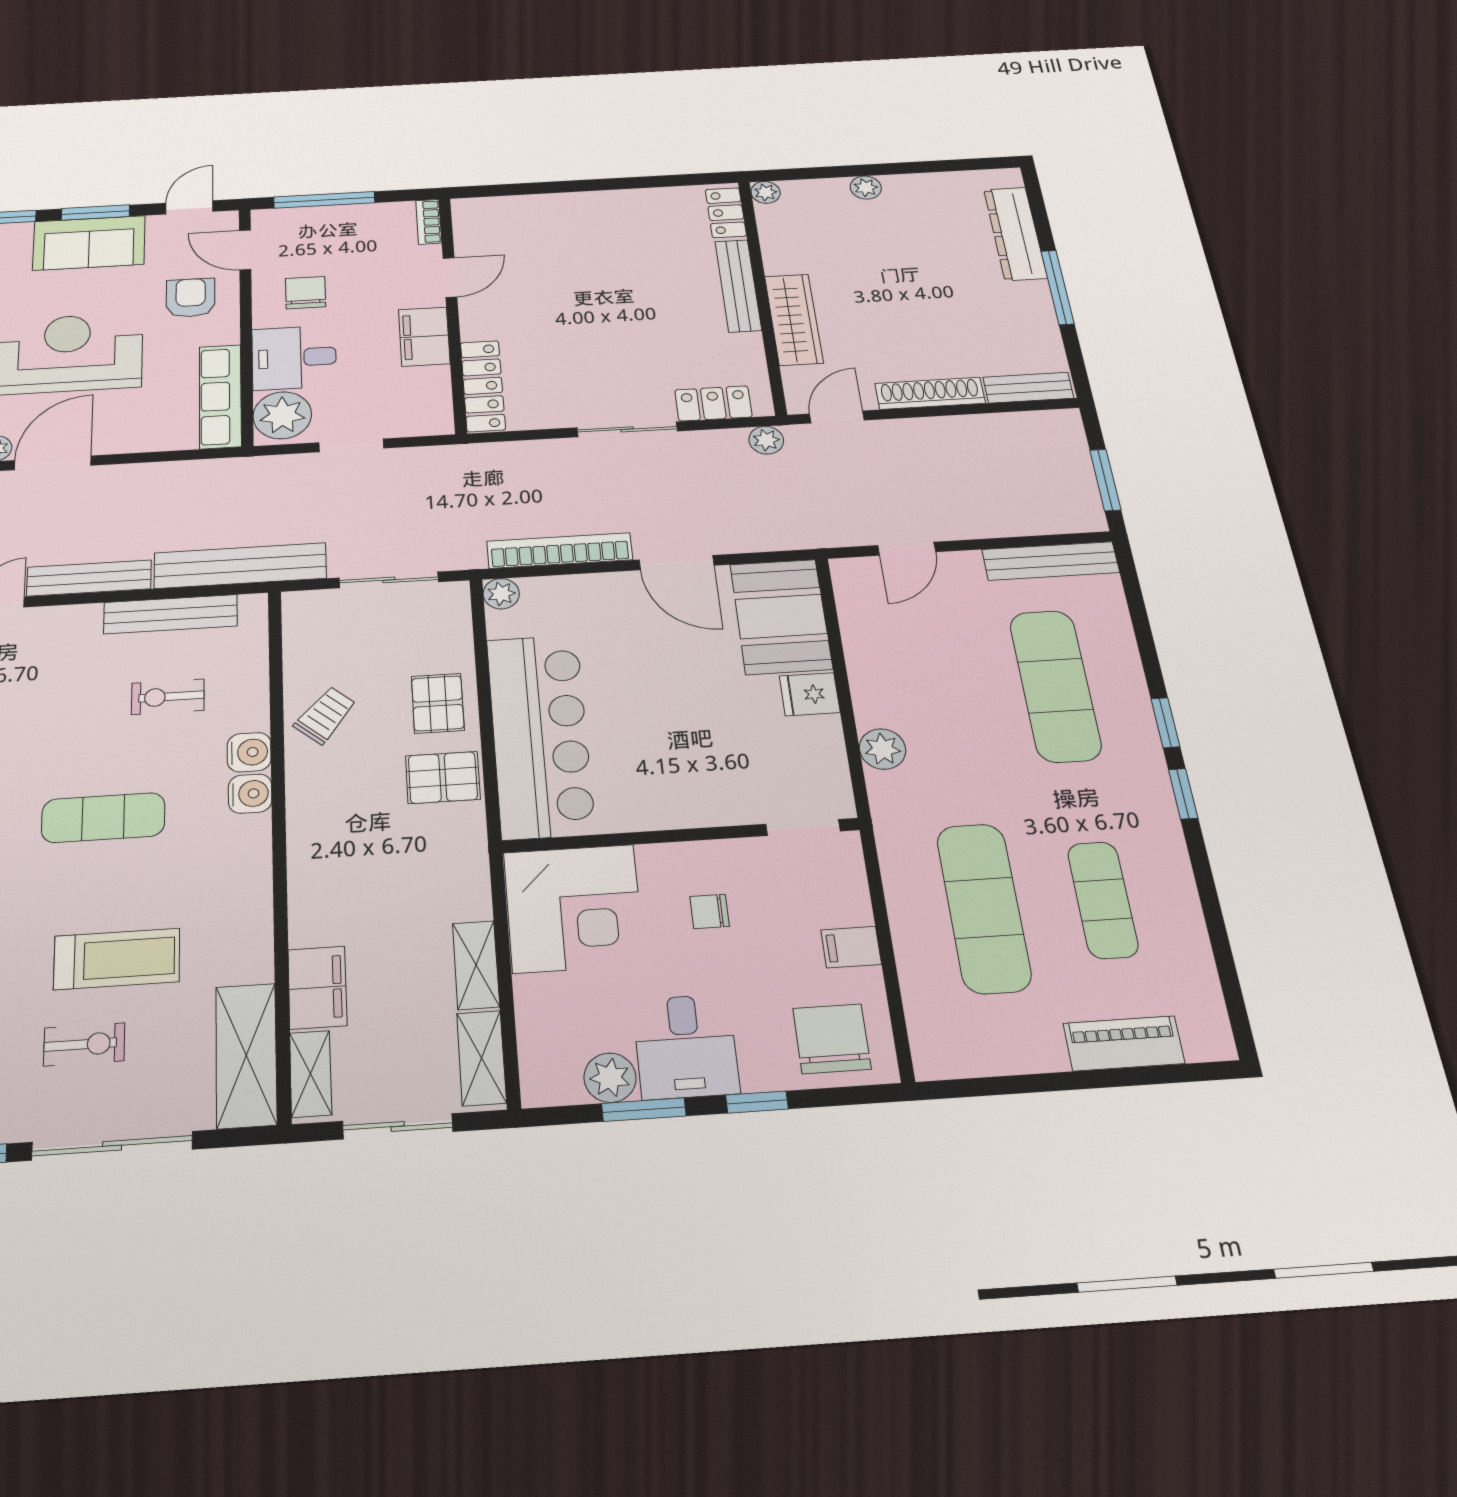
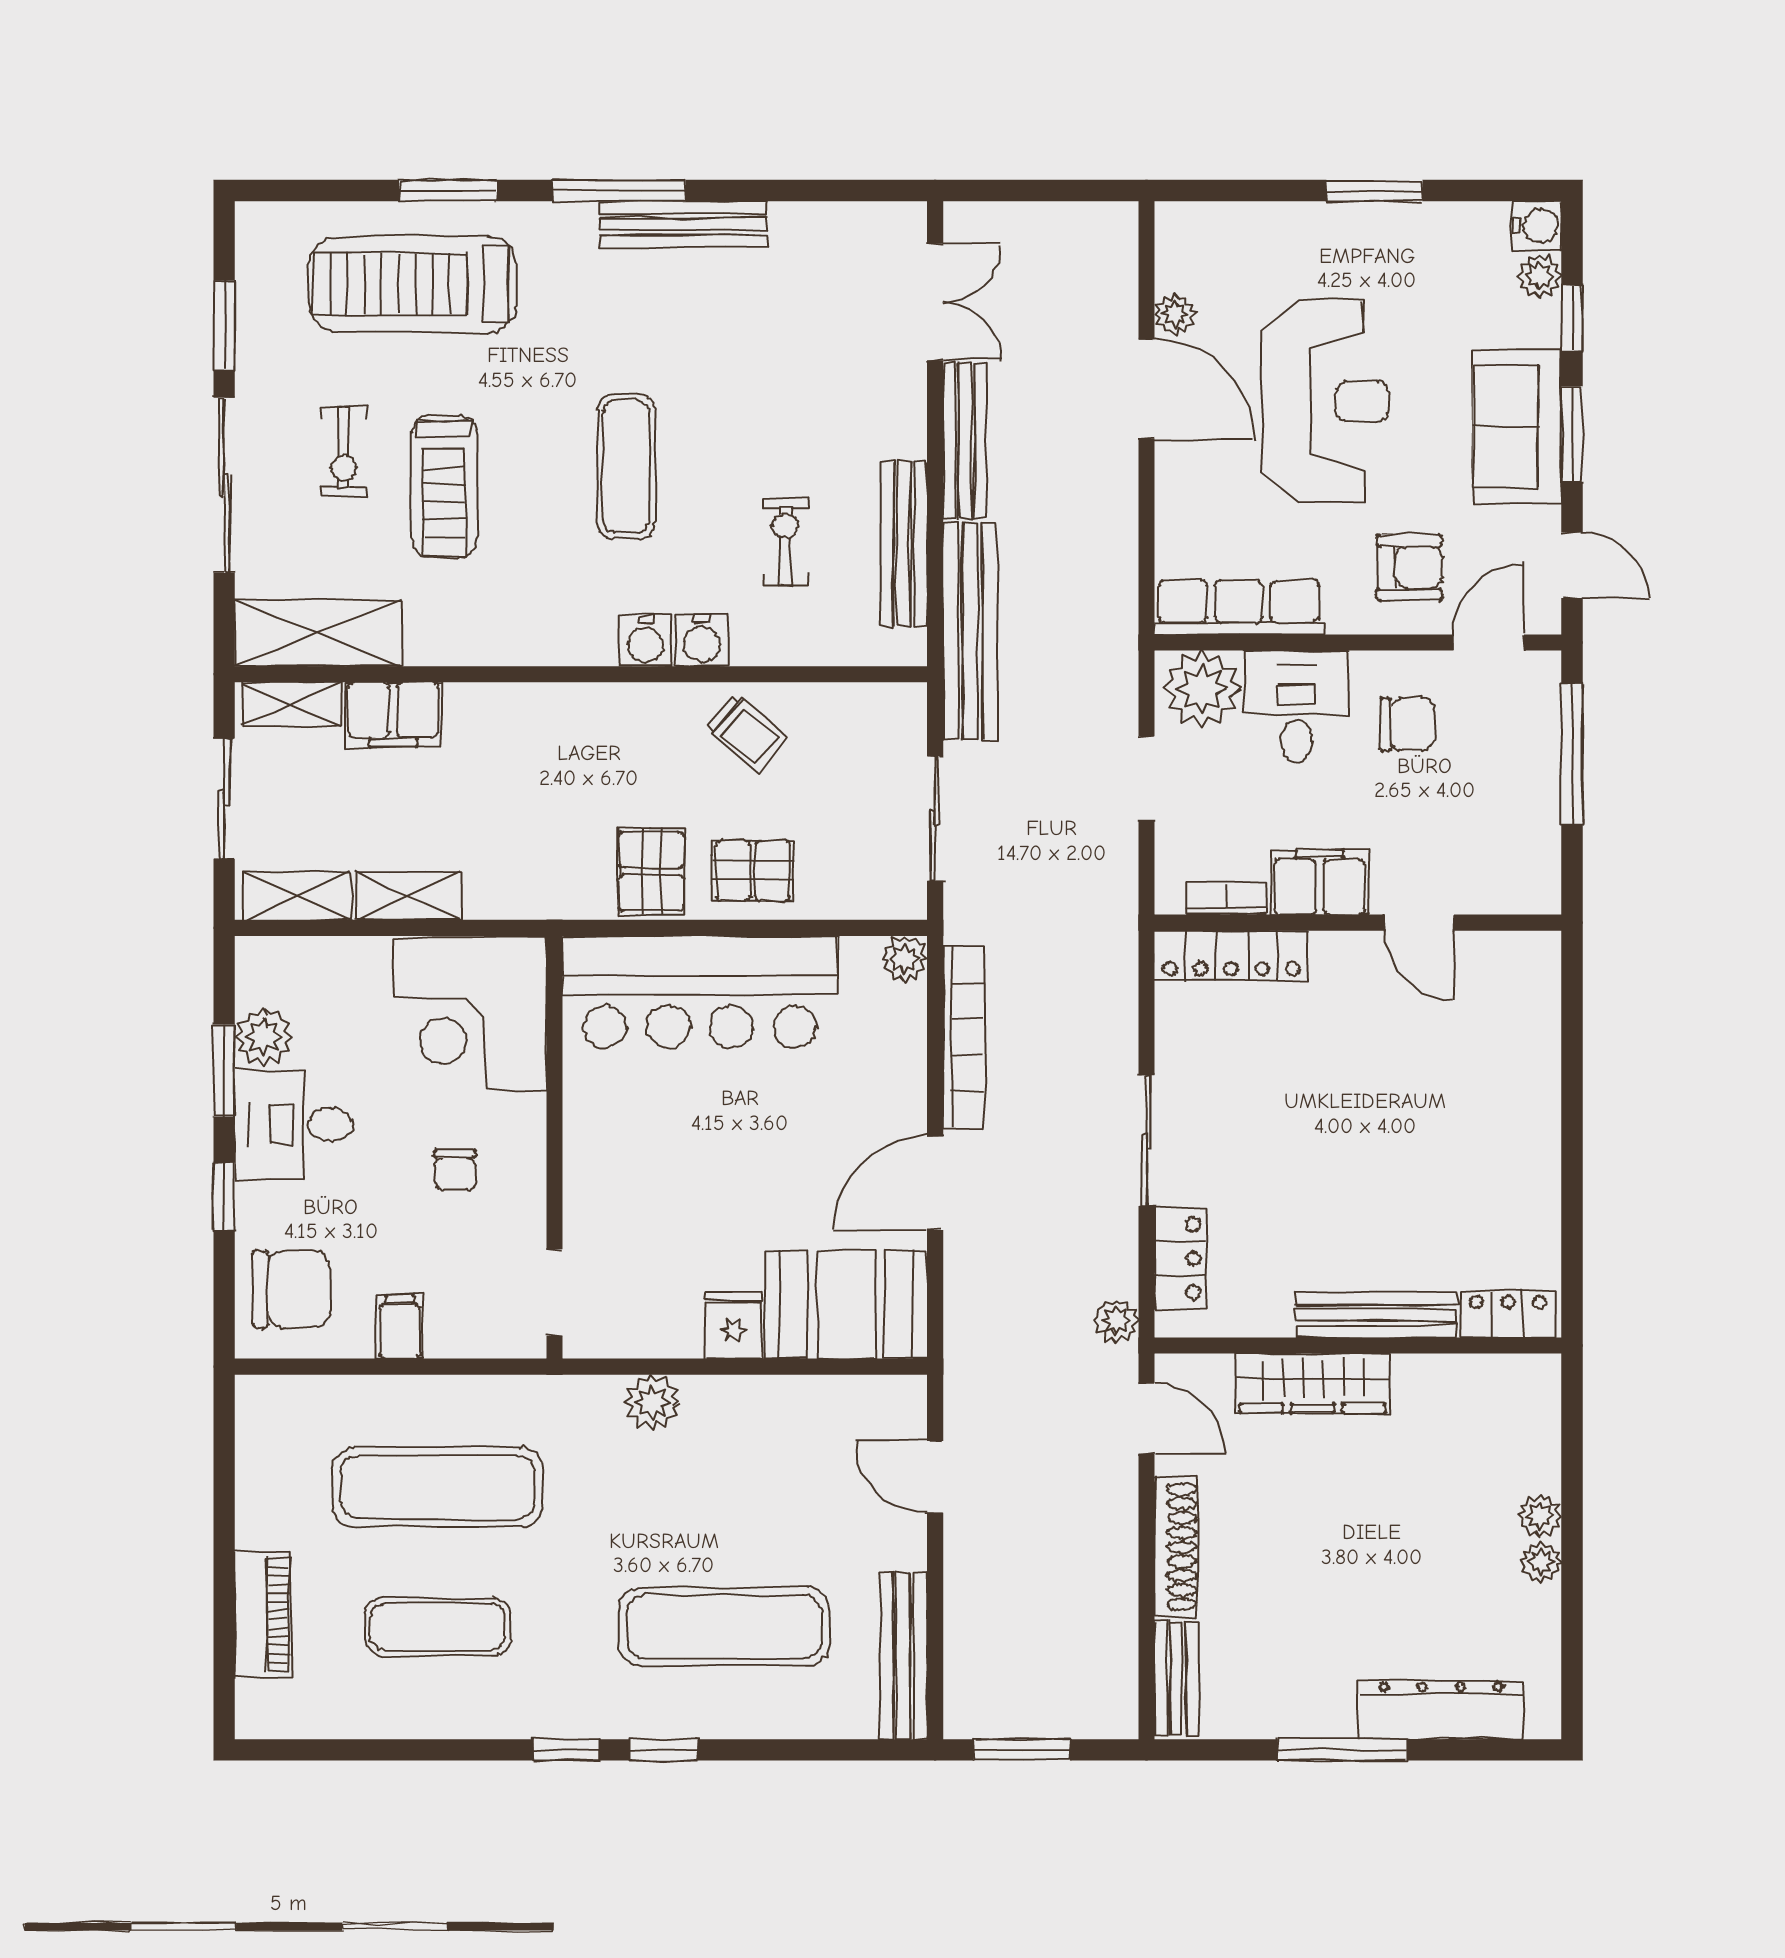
plant: (766, 192) -> (1541, 1562), moved
bookcase: (429, 222) -> (1227, 899), moved
chair: (710, 911) -> (455, 1170), turned 180

